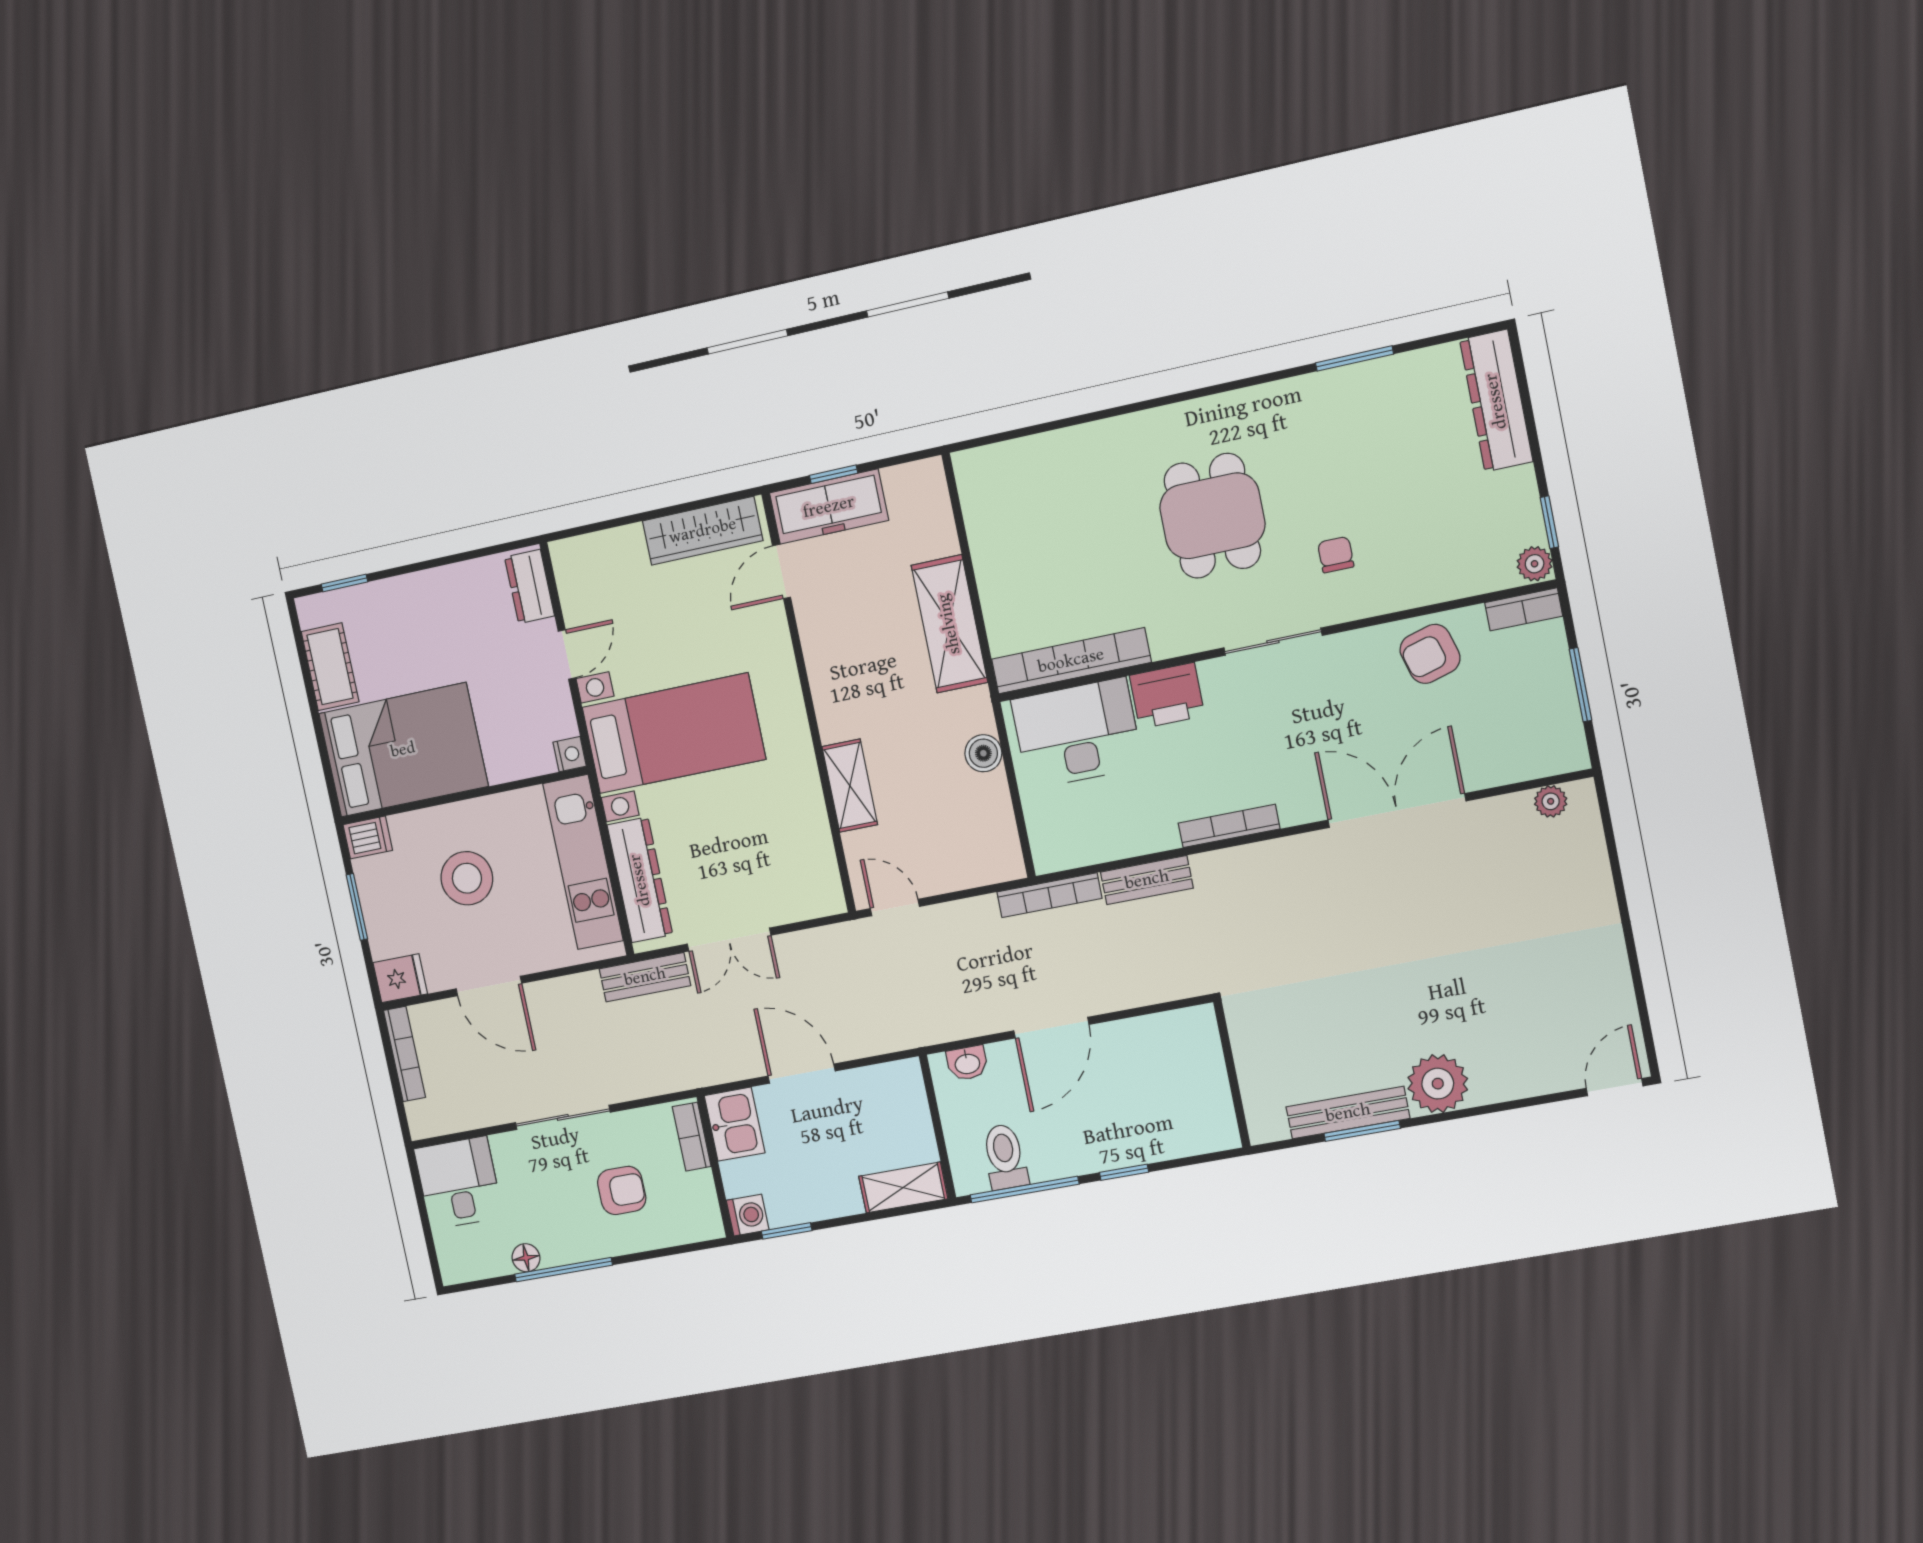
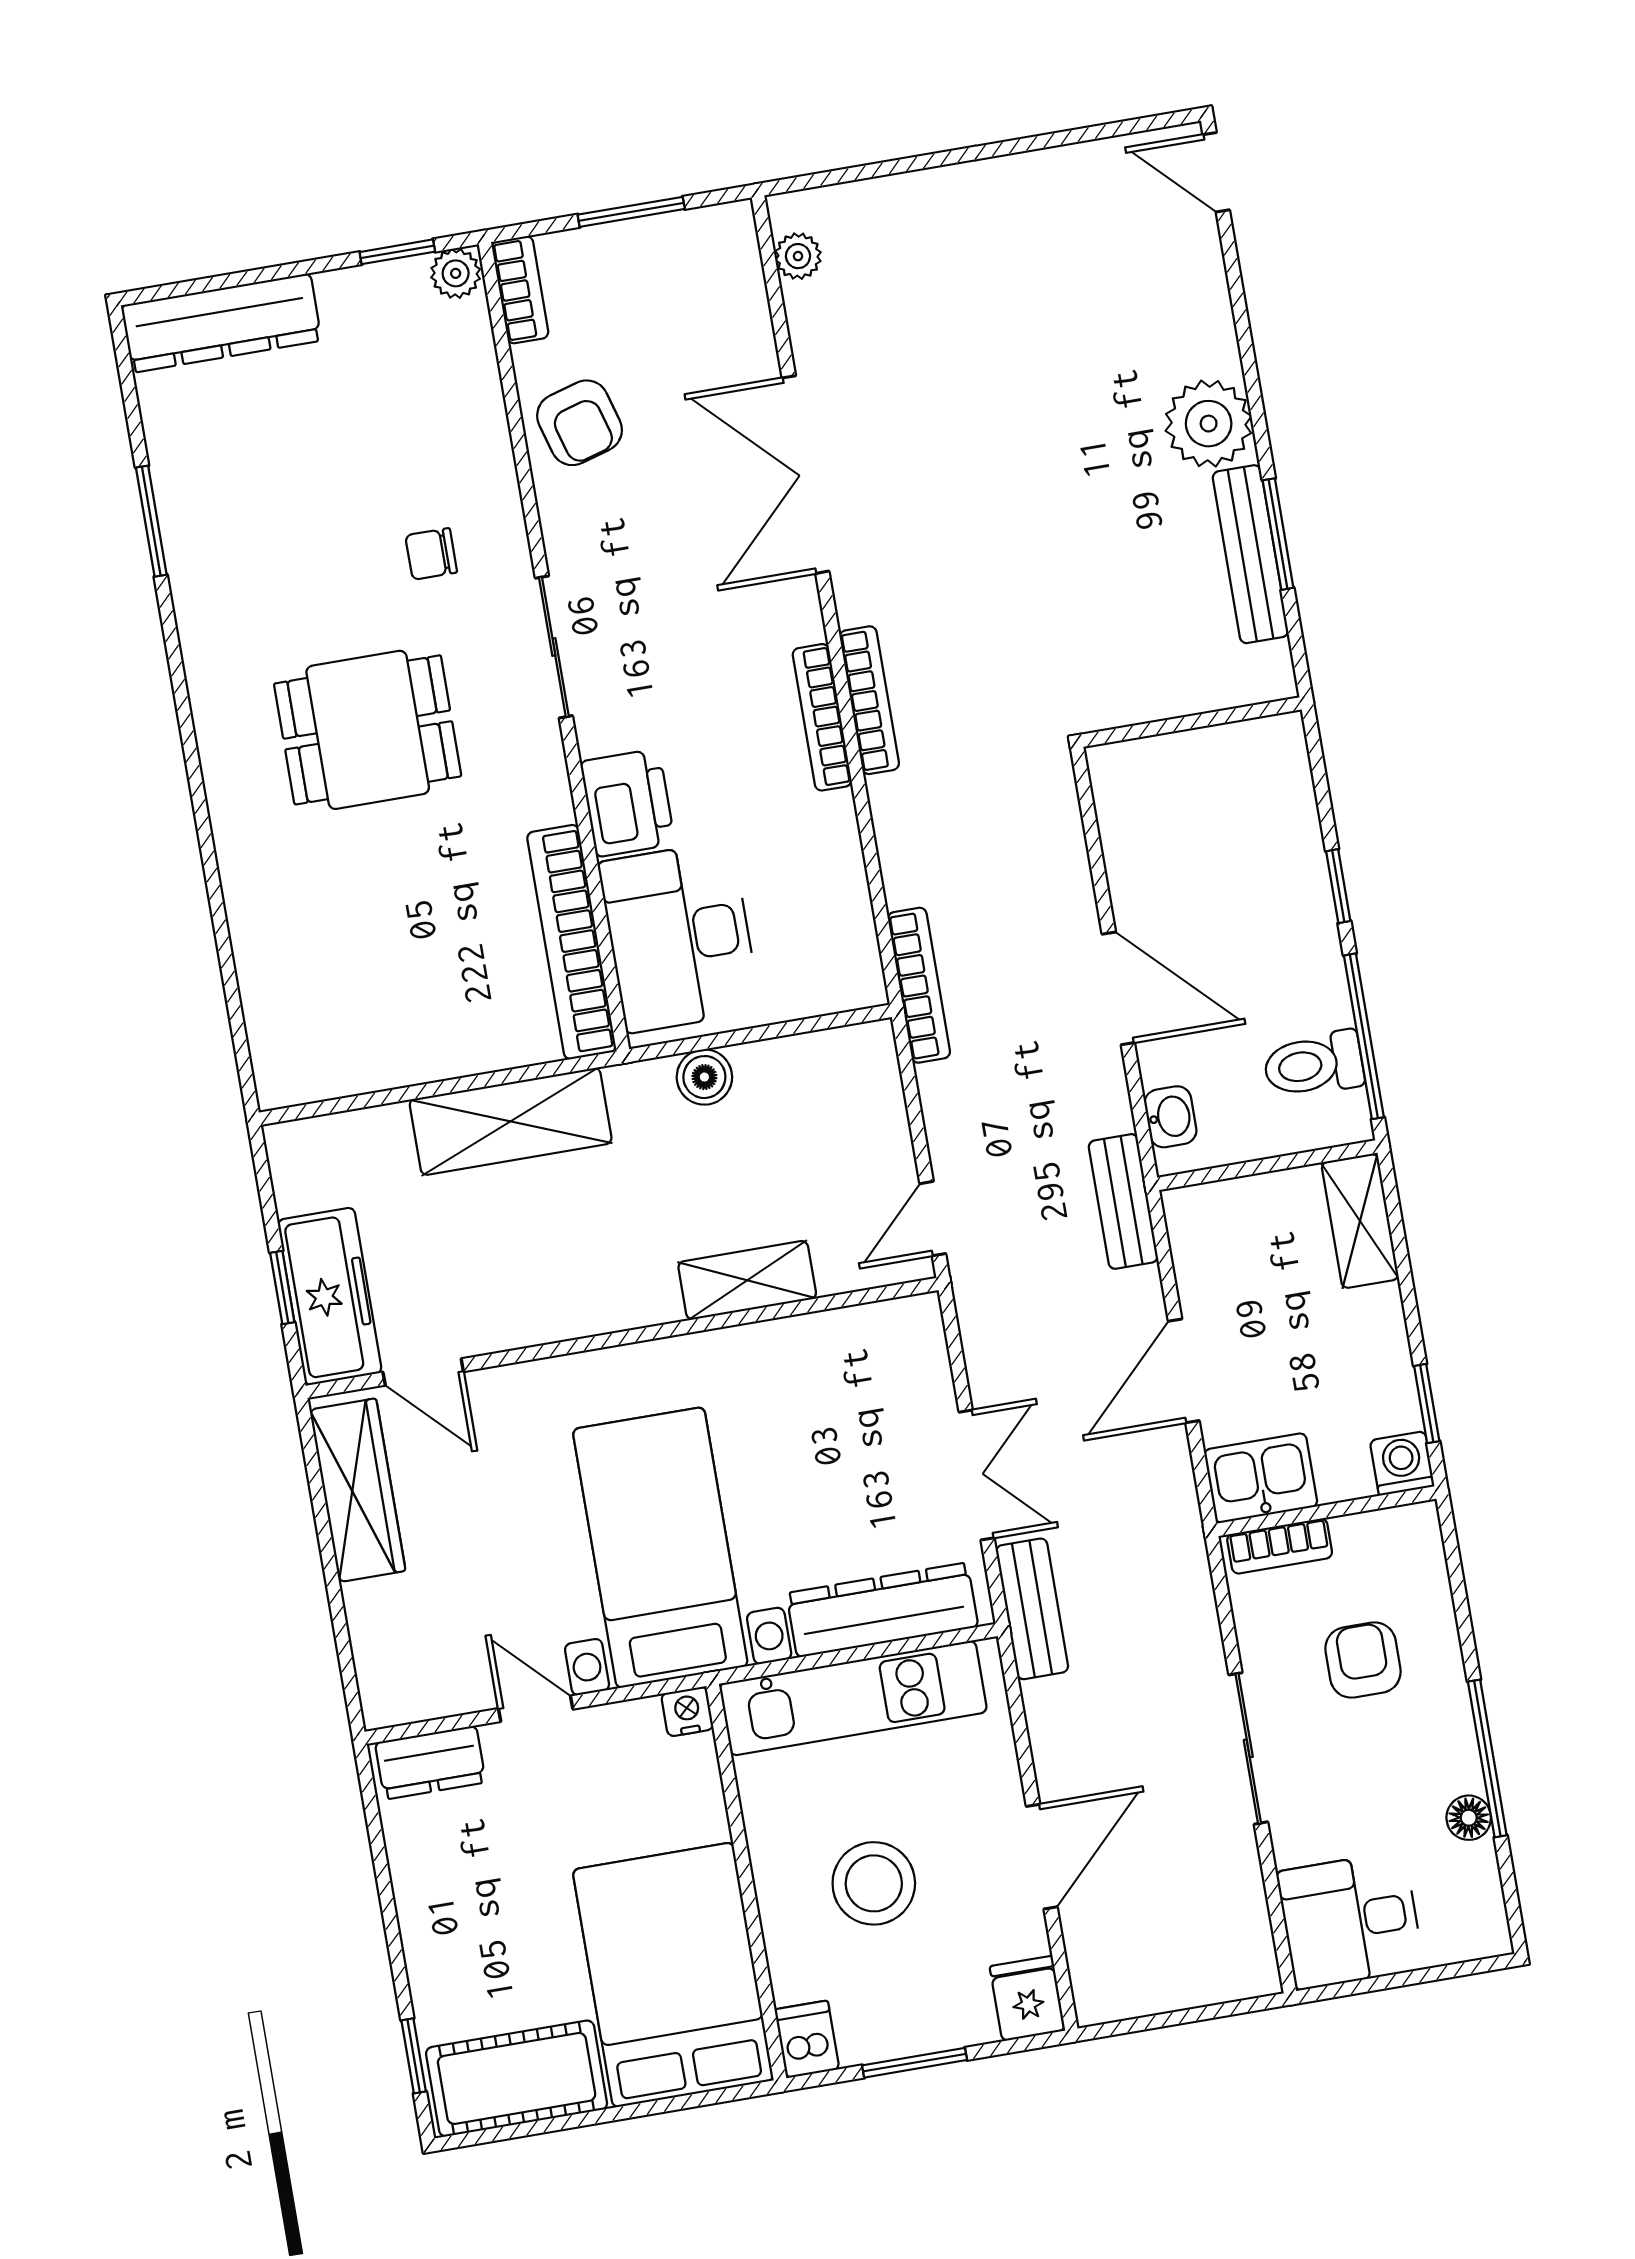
cot: (330, 667) -> (517, 2078), width x1.37, depth x1.34
bench: (1147, 880) -> (1123, 1201), moved
bookcase: (404, 1054) -> (869, 700), moved, turned 90

